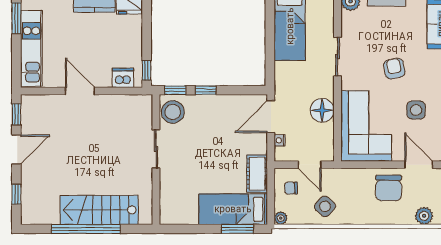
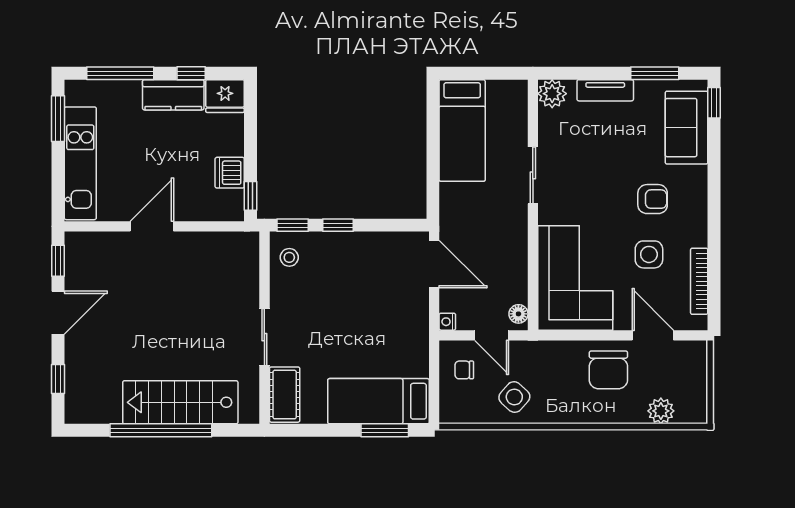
armchair: (394, 69) -> (653, 199), moved, turned 101
dishwasher: (123, 78) -> (230, 173), moved, turned -90
door: (80, 91) -> (152, 226), hinge flipped
floor lamp: (322, 110) -> (518, 314), moved, width x0.53, depth x0.53
stool: (173, 112) -> (289, 257), width x0.53, depth x0.53
door: (271, 117) -> (434, 264), swing flipped
nightstand: (280, 140) -> (447, 322), moved
sliding door: (156, 149) -> (264, 337), moved
cot: (257, 174) -> (285, 395), moved
plant: (281, 218) -> (449, 414), removed

